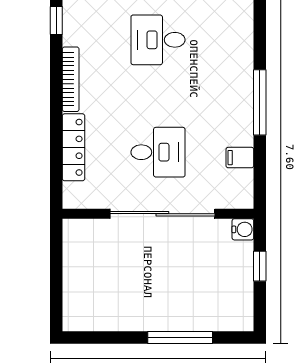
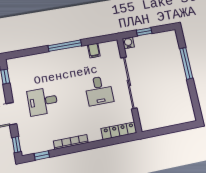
desk: (158, 40) -> (43, 101), turned 90
locker: (74, 147) -> (119, 131), moved
desk: (158, 152) -> (99, 91), turned 180

